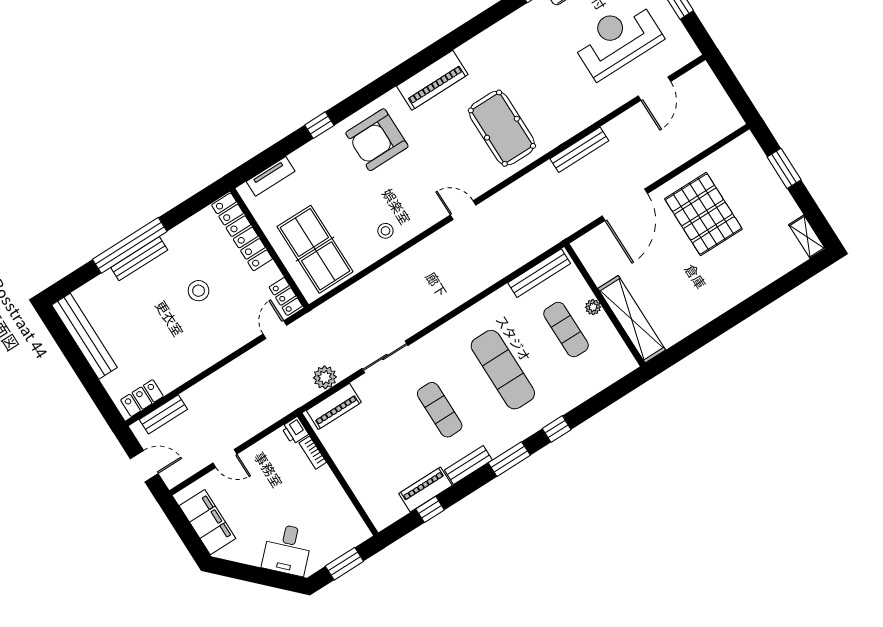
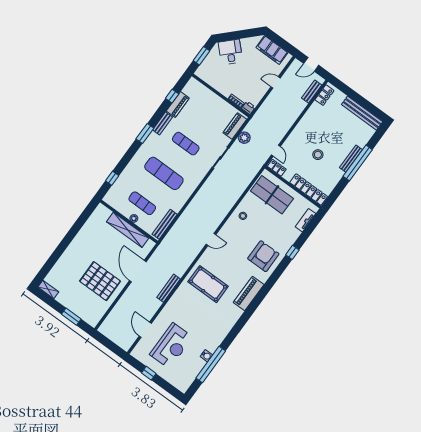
shelving: (632, 319) -> (128, 230), moved
window: (557, 429) -> (112, 178), moved

